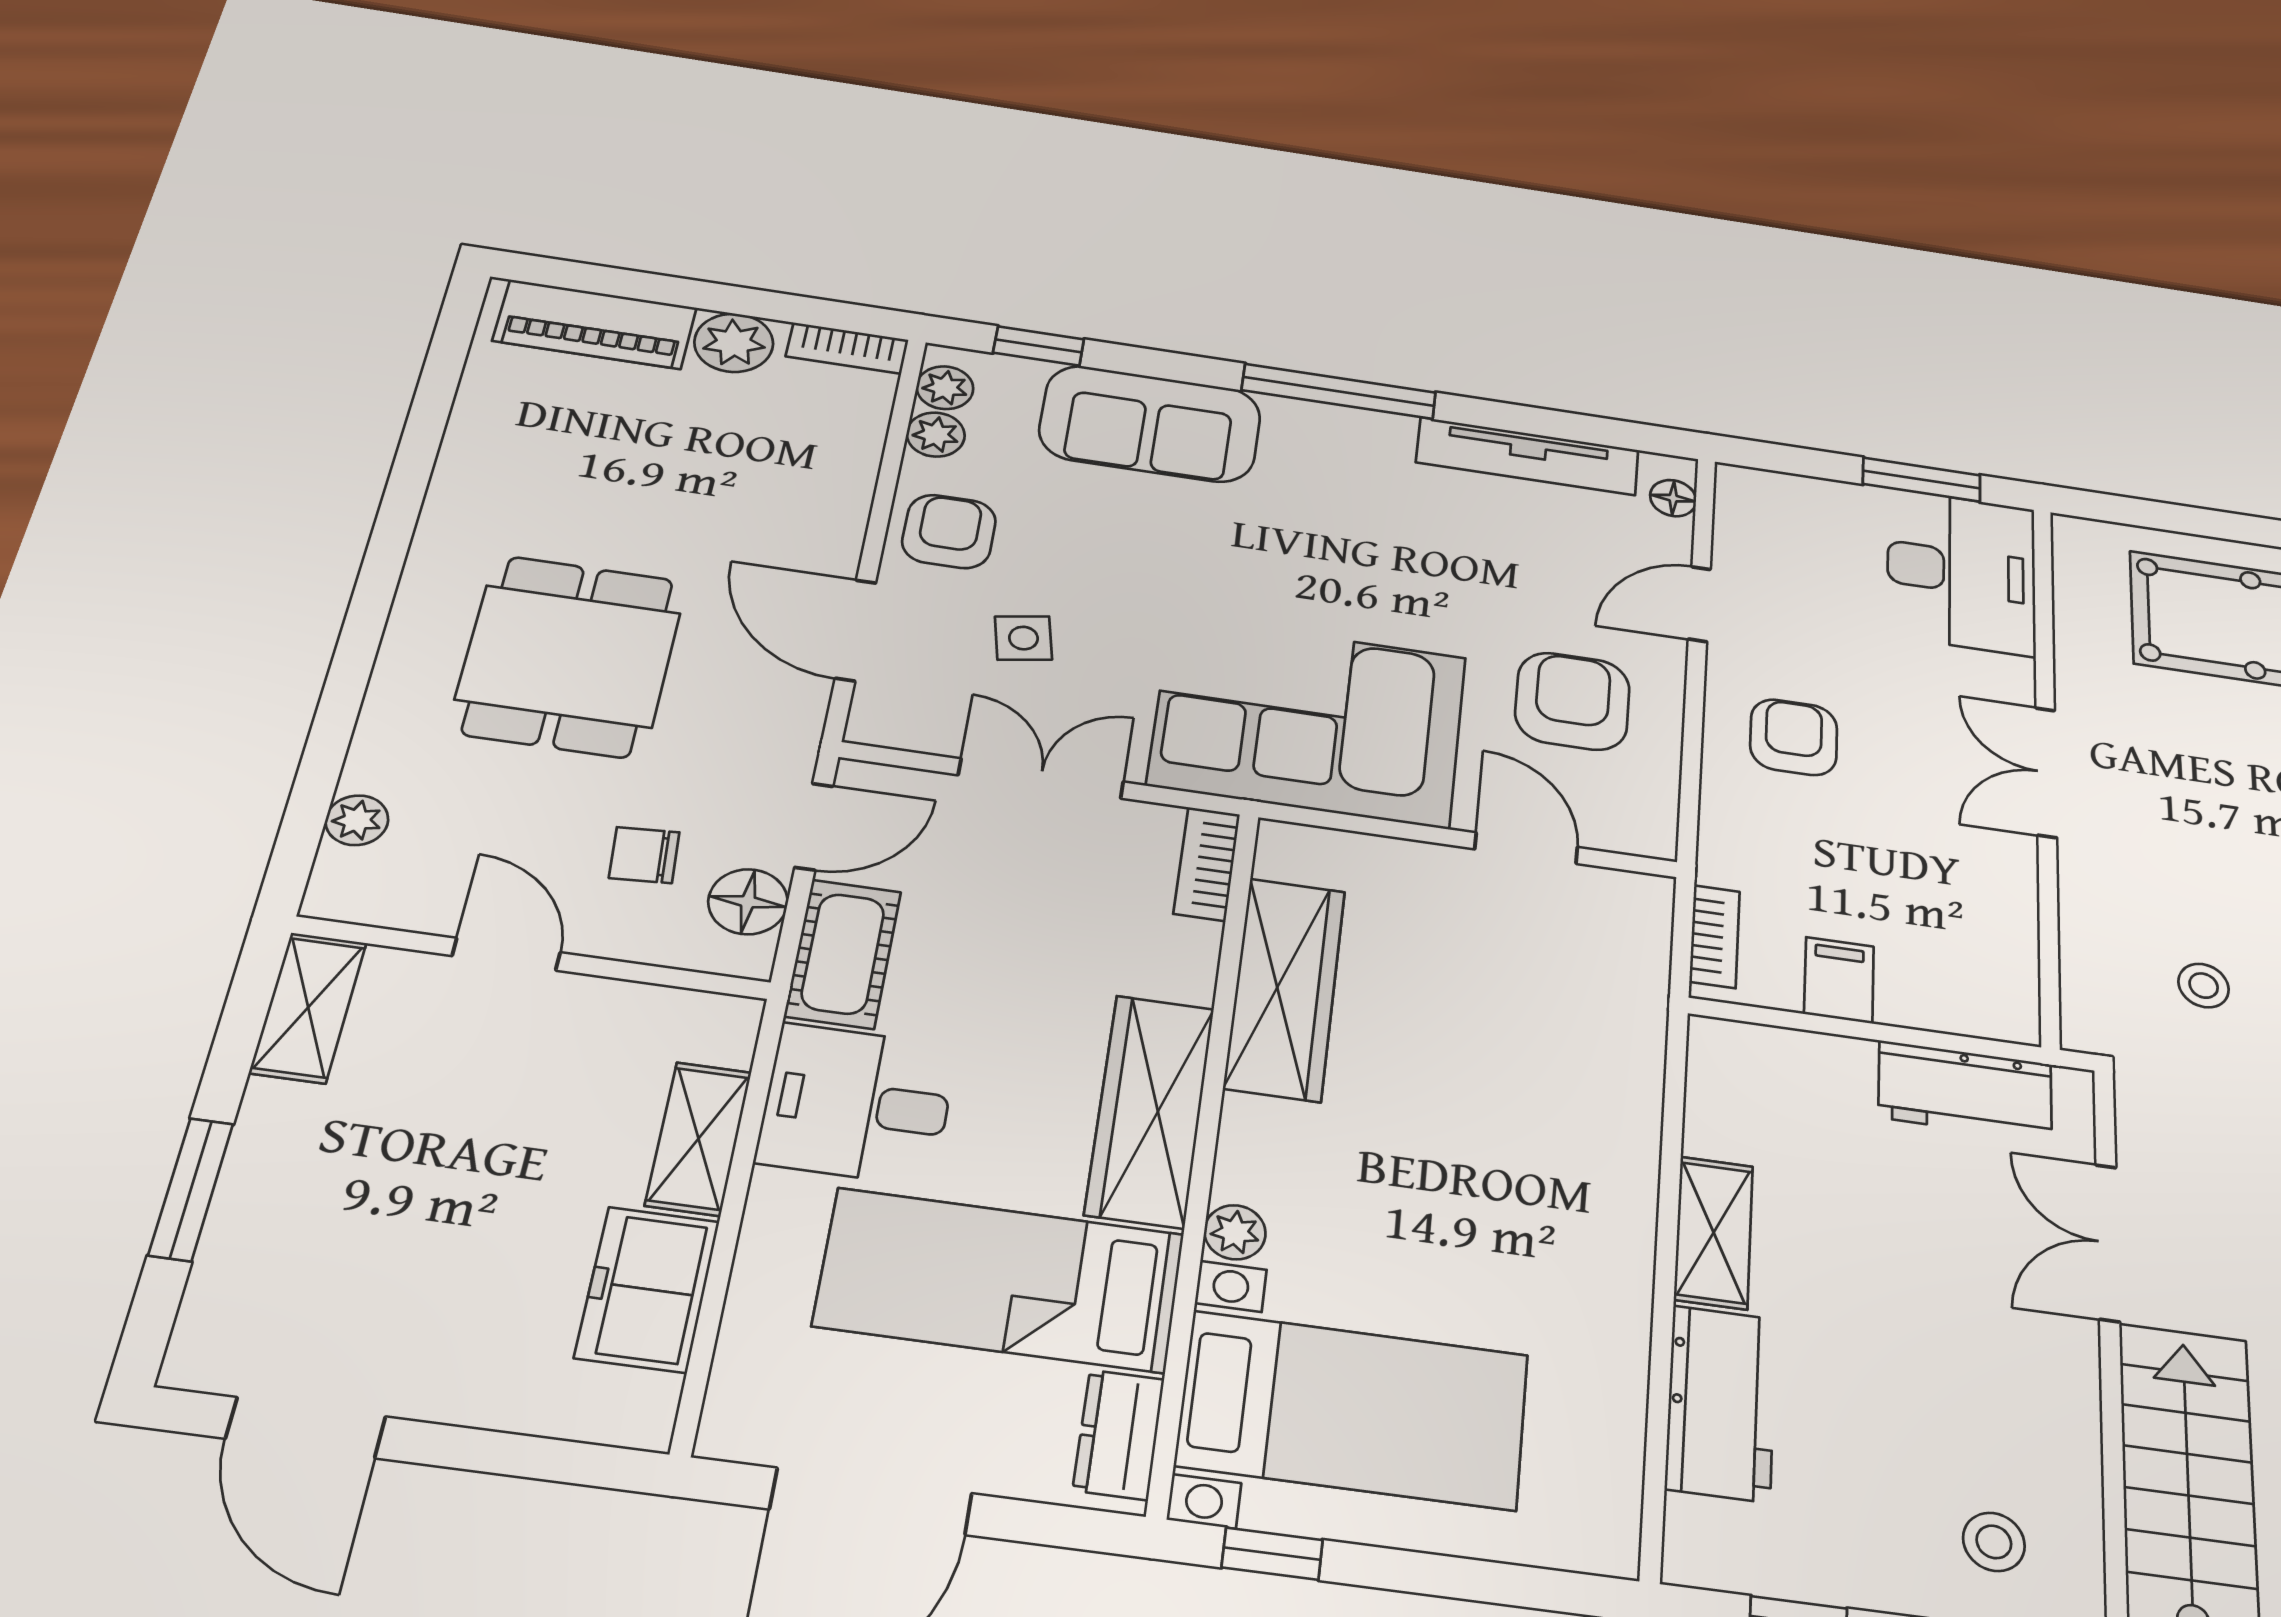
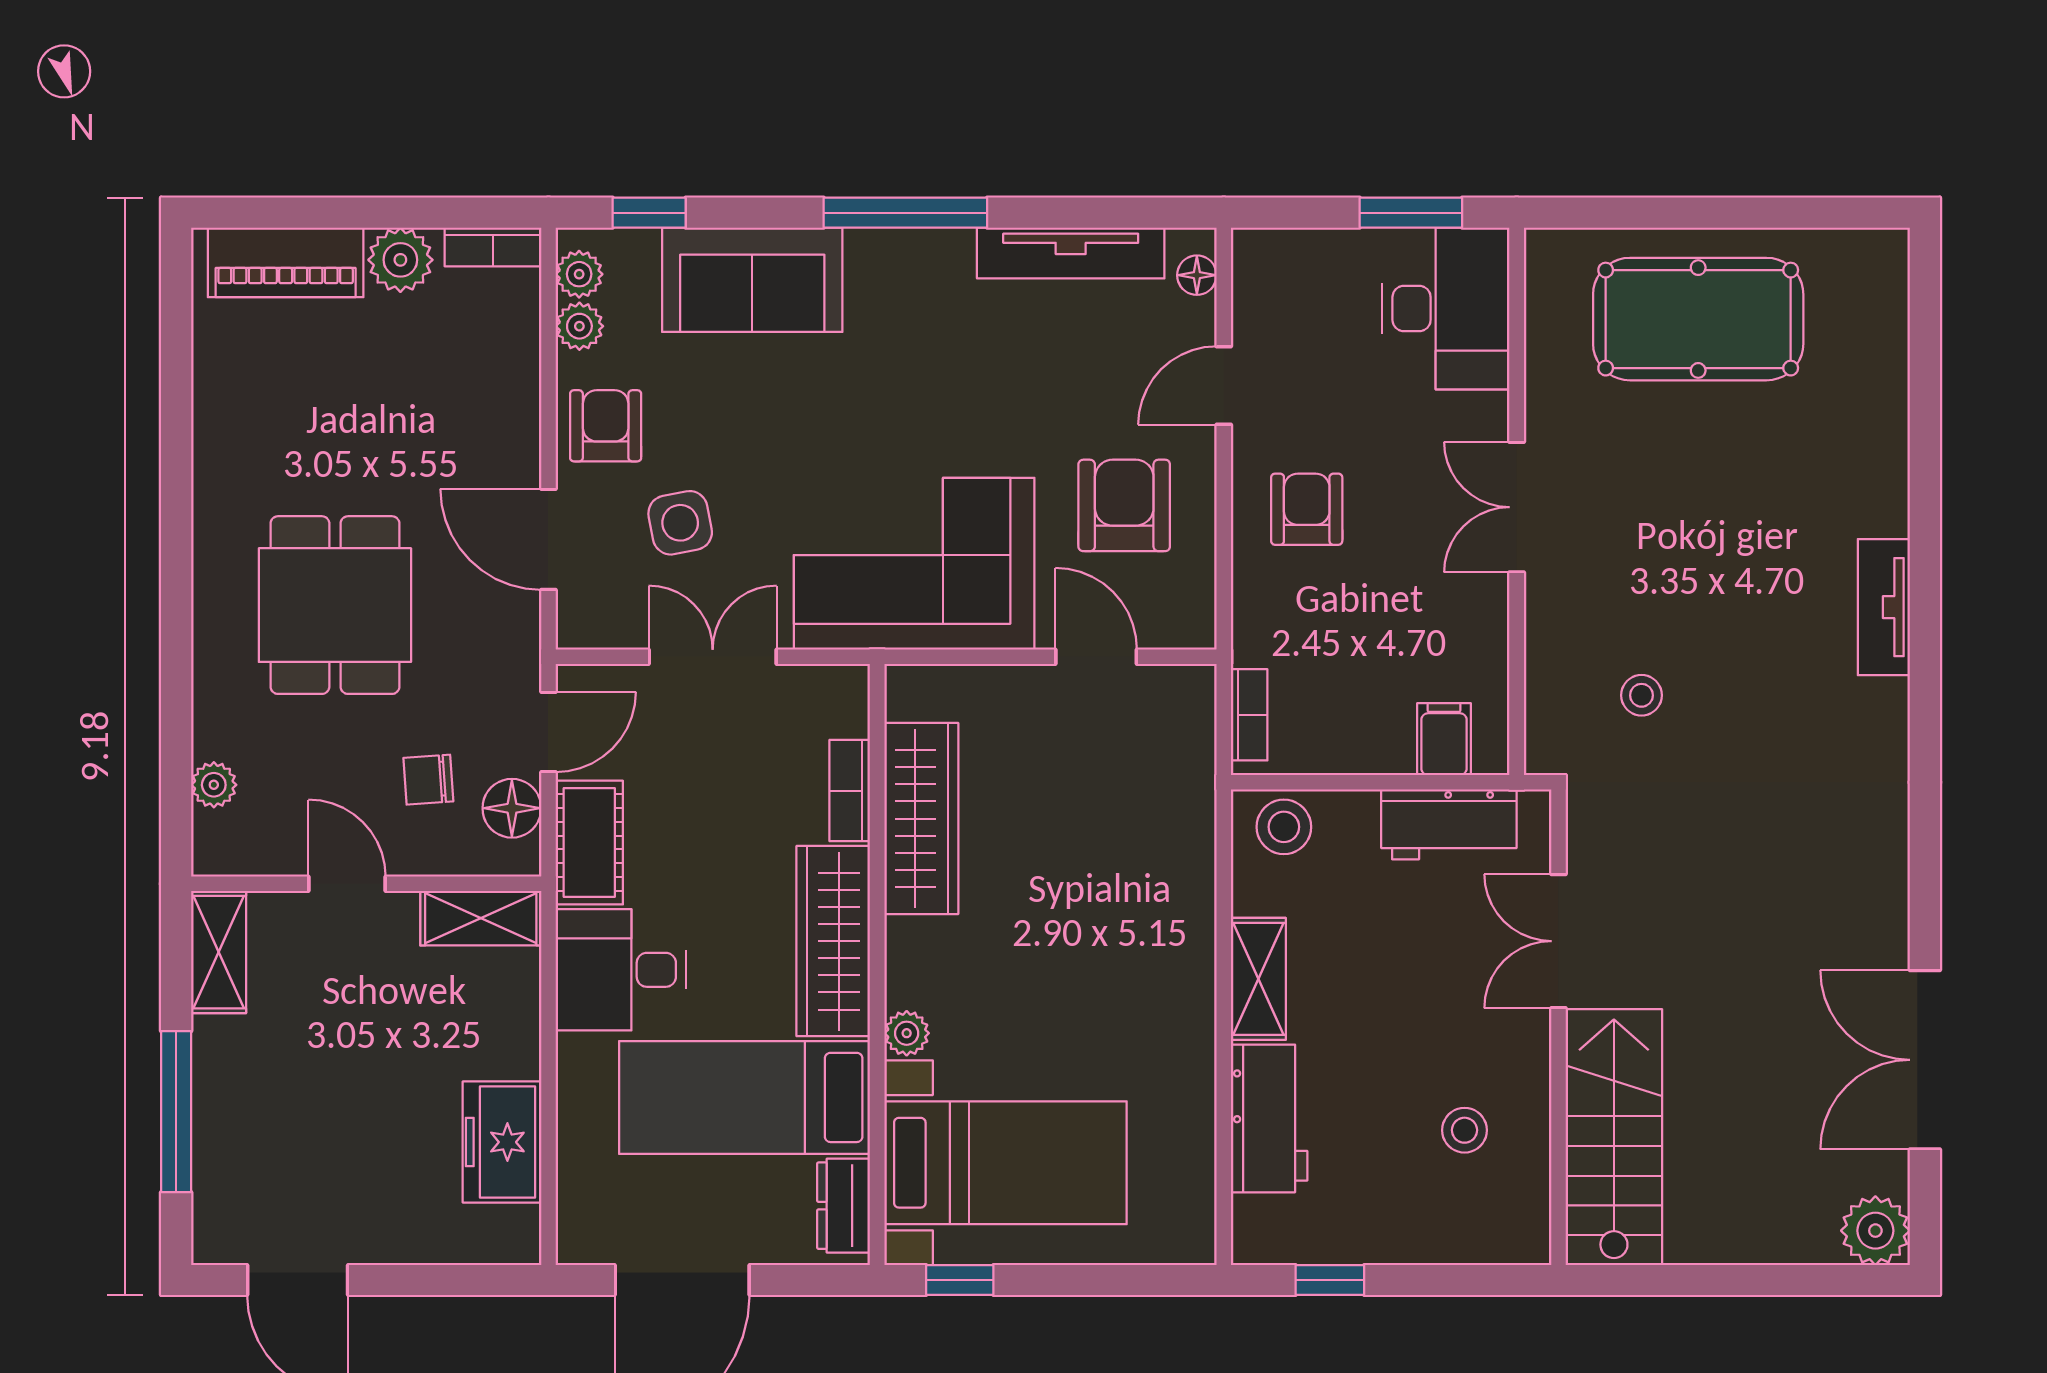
side table: (1023, 638) -> (680, 523), width x1.37, depth x1.37
bookcase: (1207, 864) -> (850, 791), moved
filing cabinet: (1839, 980) -> (1444, 739), moved
stool: (1754, 1064) -> (1284, 827), added
shelving: (699, 1138) -> (481, 918), moved, turned 90
window: (191, 1189) -> (176, 1112), width x1.44
stool: (1994, 1542) -> (1465, 1130), moved

